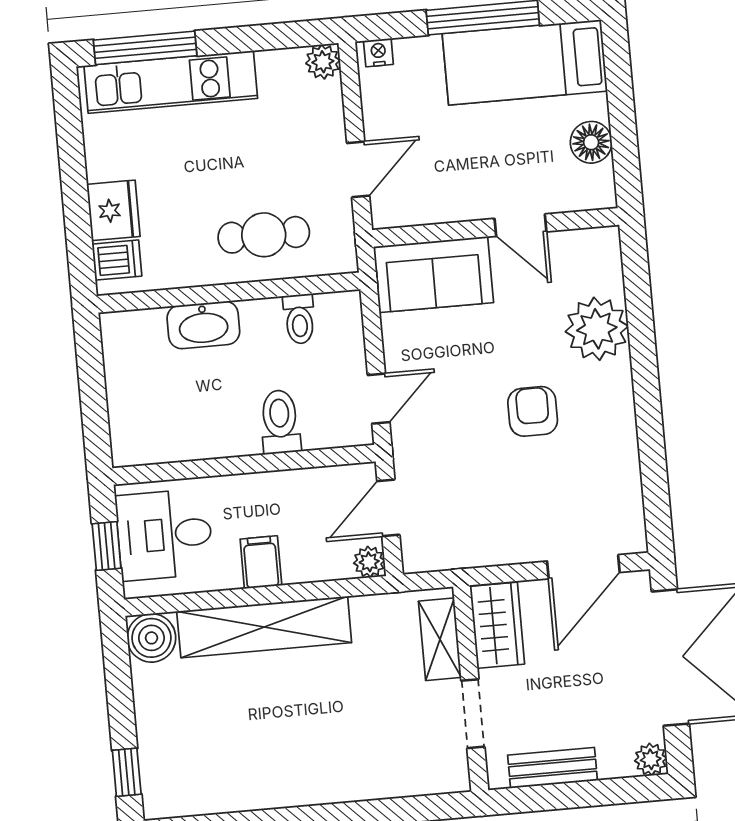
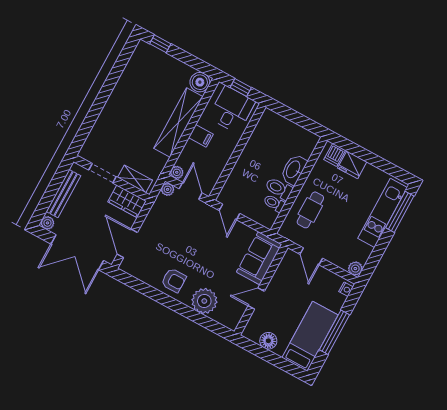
armchair: (533, 411) -> (174, 280), moved
toilet: (280, 422) -> (279, 189), moved, turned 180
plant: (417, 558) -> (168, 189), added
bench: (553, 768) -> (64, 194), width x1.36

